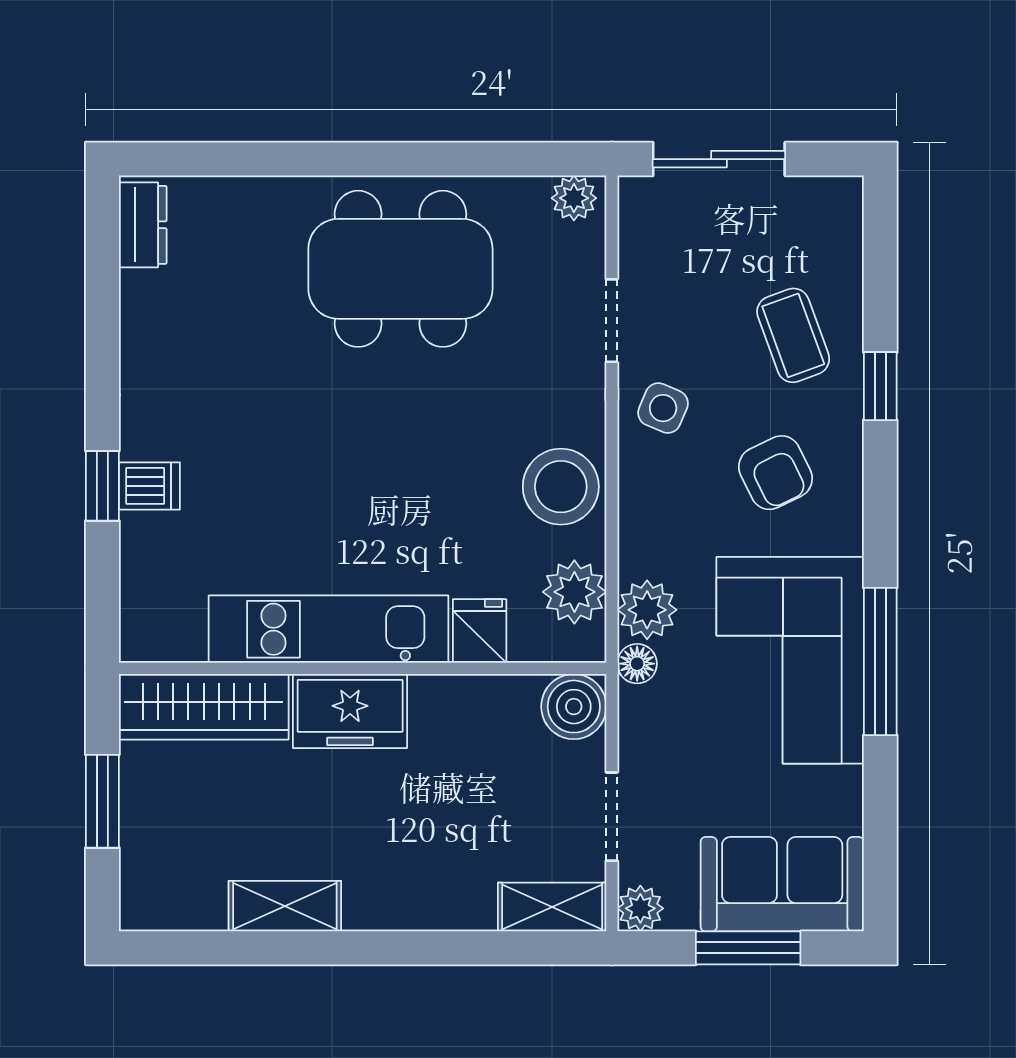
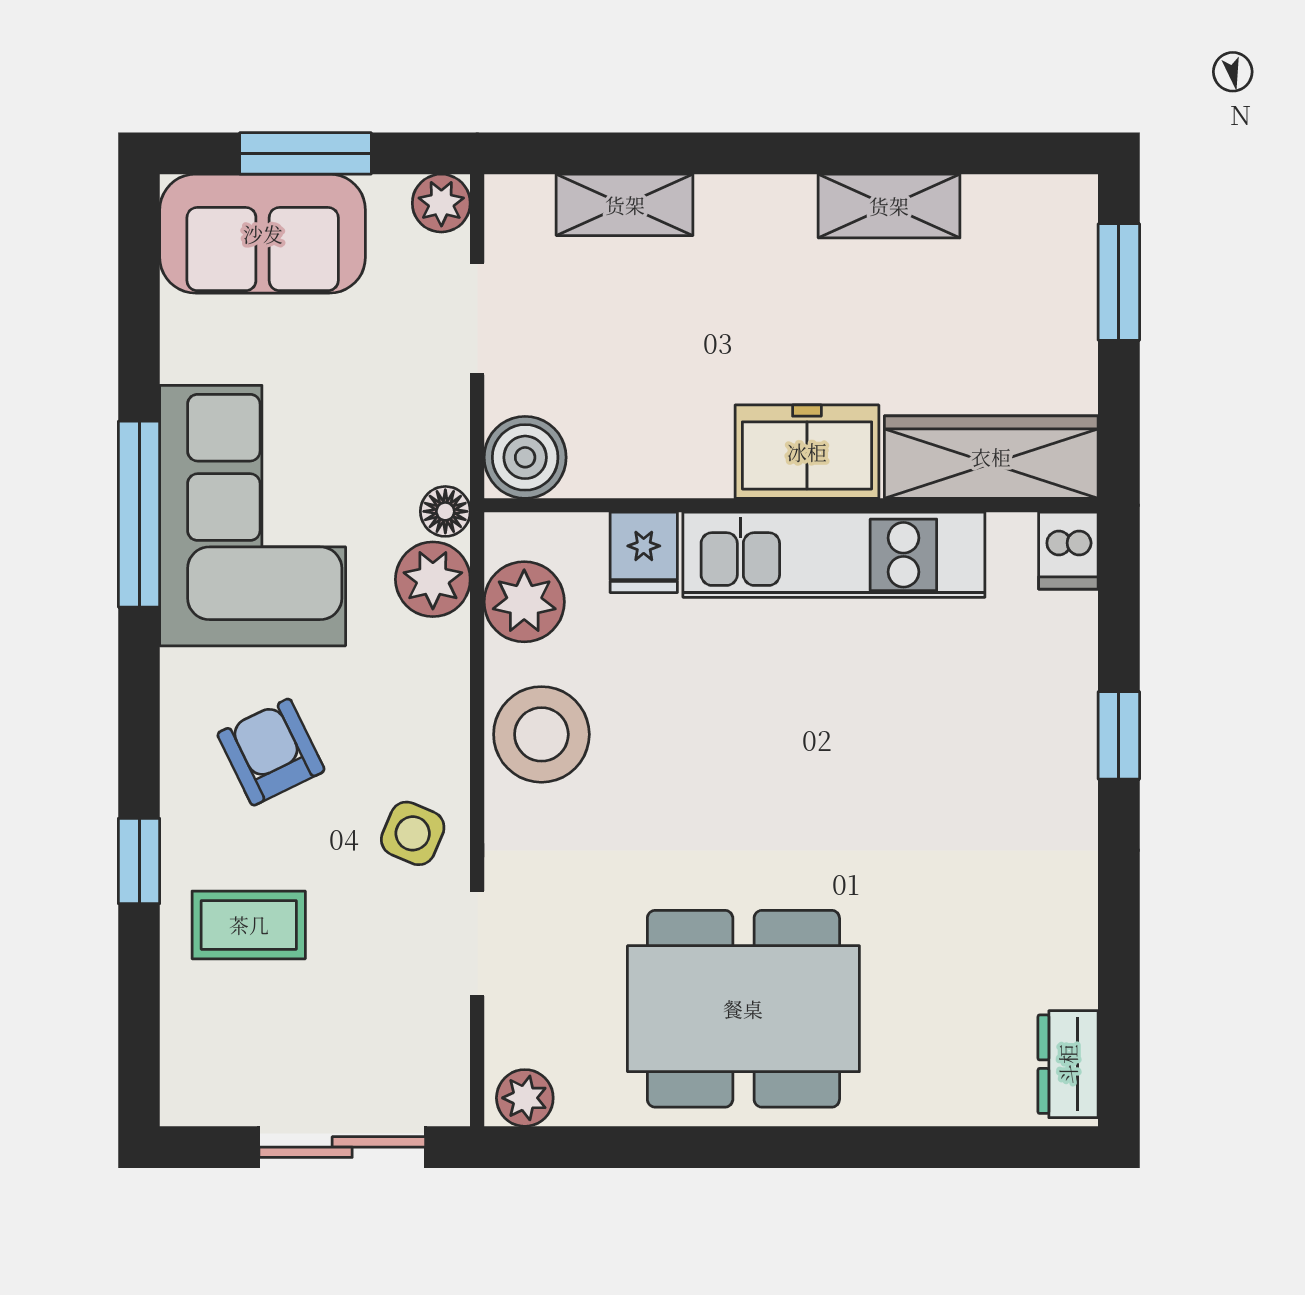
coffee table: (793, 335) -> (249, 925), turned -70
dishwasher: (149, 486) -> (1068, 551), moved, turned -90
window: (102, 801) -> (1119, 282), moved
shelving: (552, 907) -> (625, 205), moved

